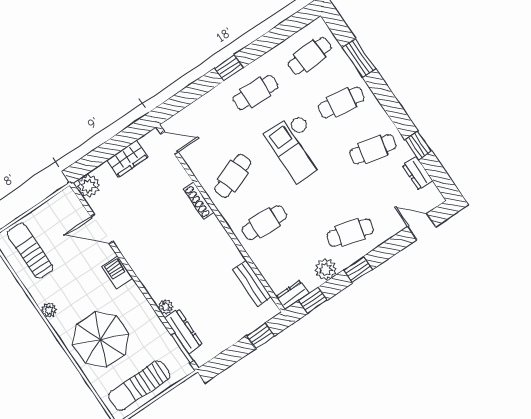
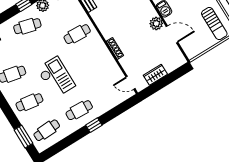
window: (359, 58) -> (23, 137), moved
cafe table: (233, 176) -> (94, 62), removed
plant: (89, 186) -> (156, 24), moved

